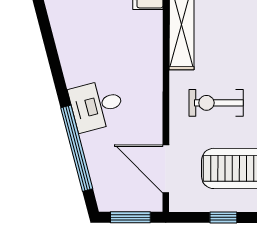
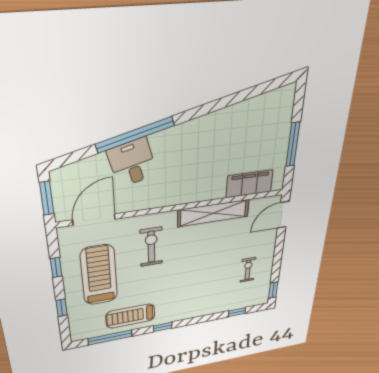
desk: (97, 106) -> (132, 163), moved
window: (77, 148) -> (135, 135), moved

